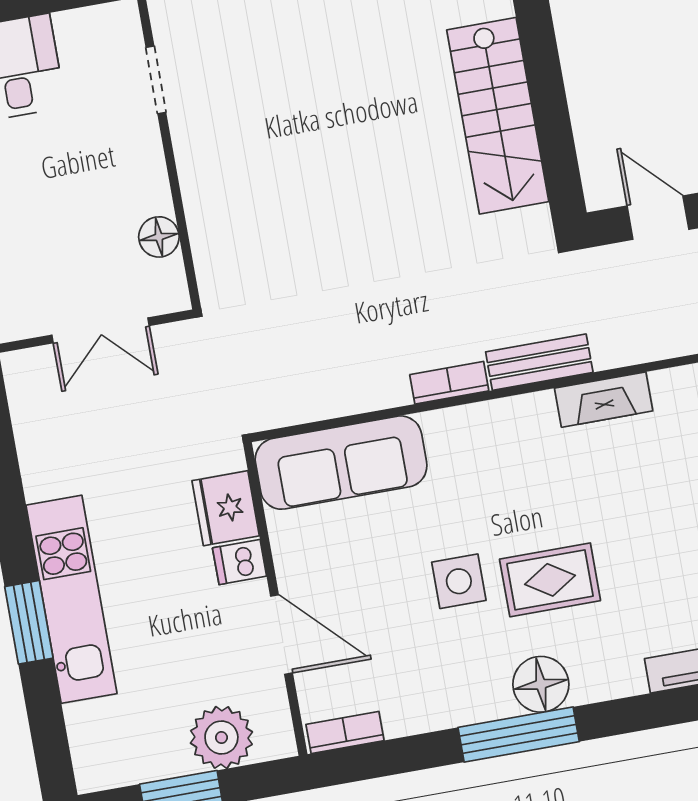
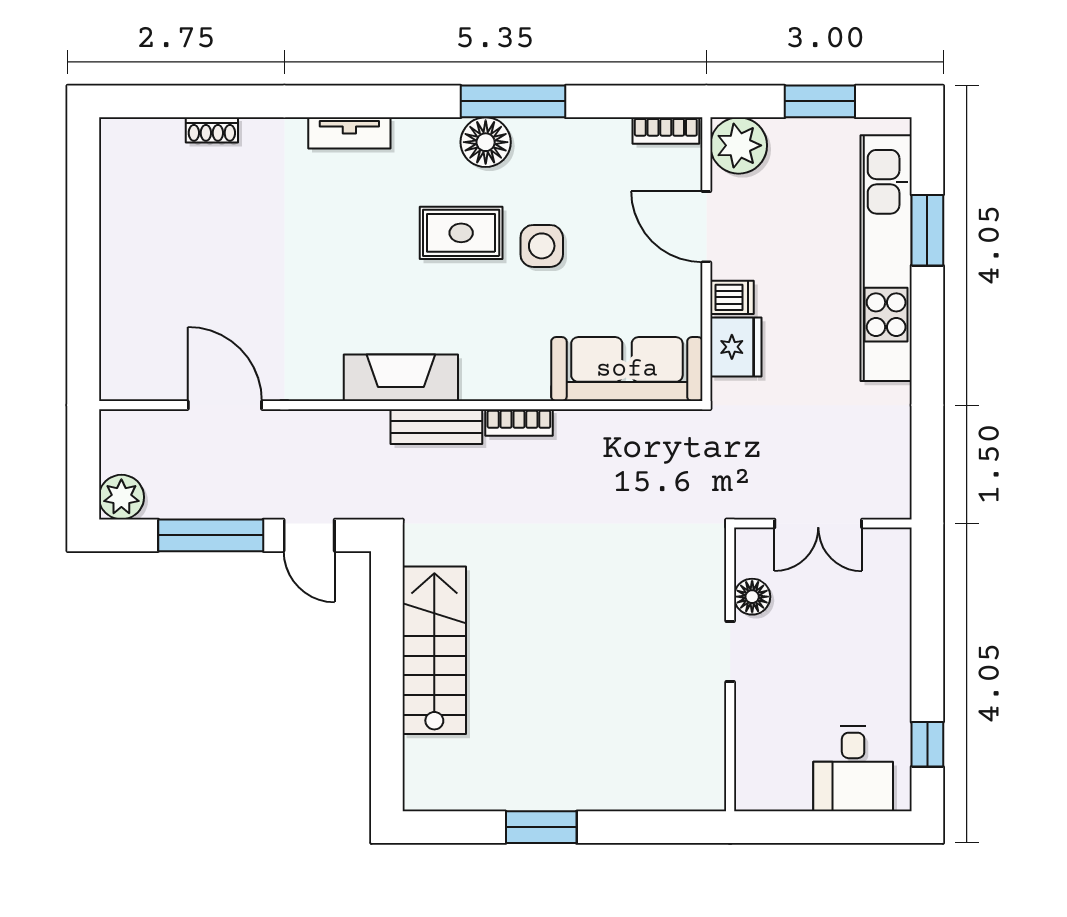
doorway: (156, 80) -> (730, 652), moved
double door: (101, 330) -> (818, 523), swing flipped
fireplace: (604, 400) -> (401, 378), width x1.37, depth x1.32
kitchen unit: (71, 599) -> (886, 258), width x1.36
window: (29, 622) -> (927, 230), moved
plant: (221, 737) -> (739, 145), moved

